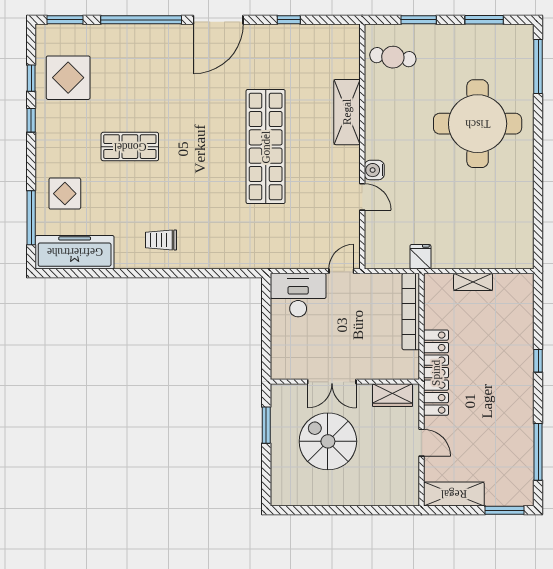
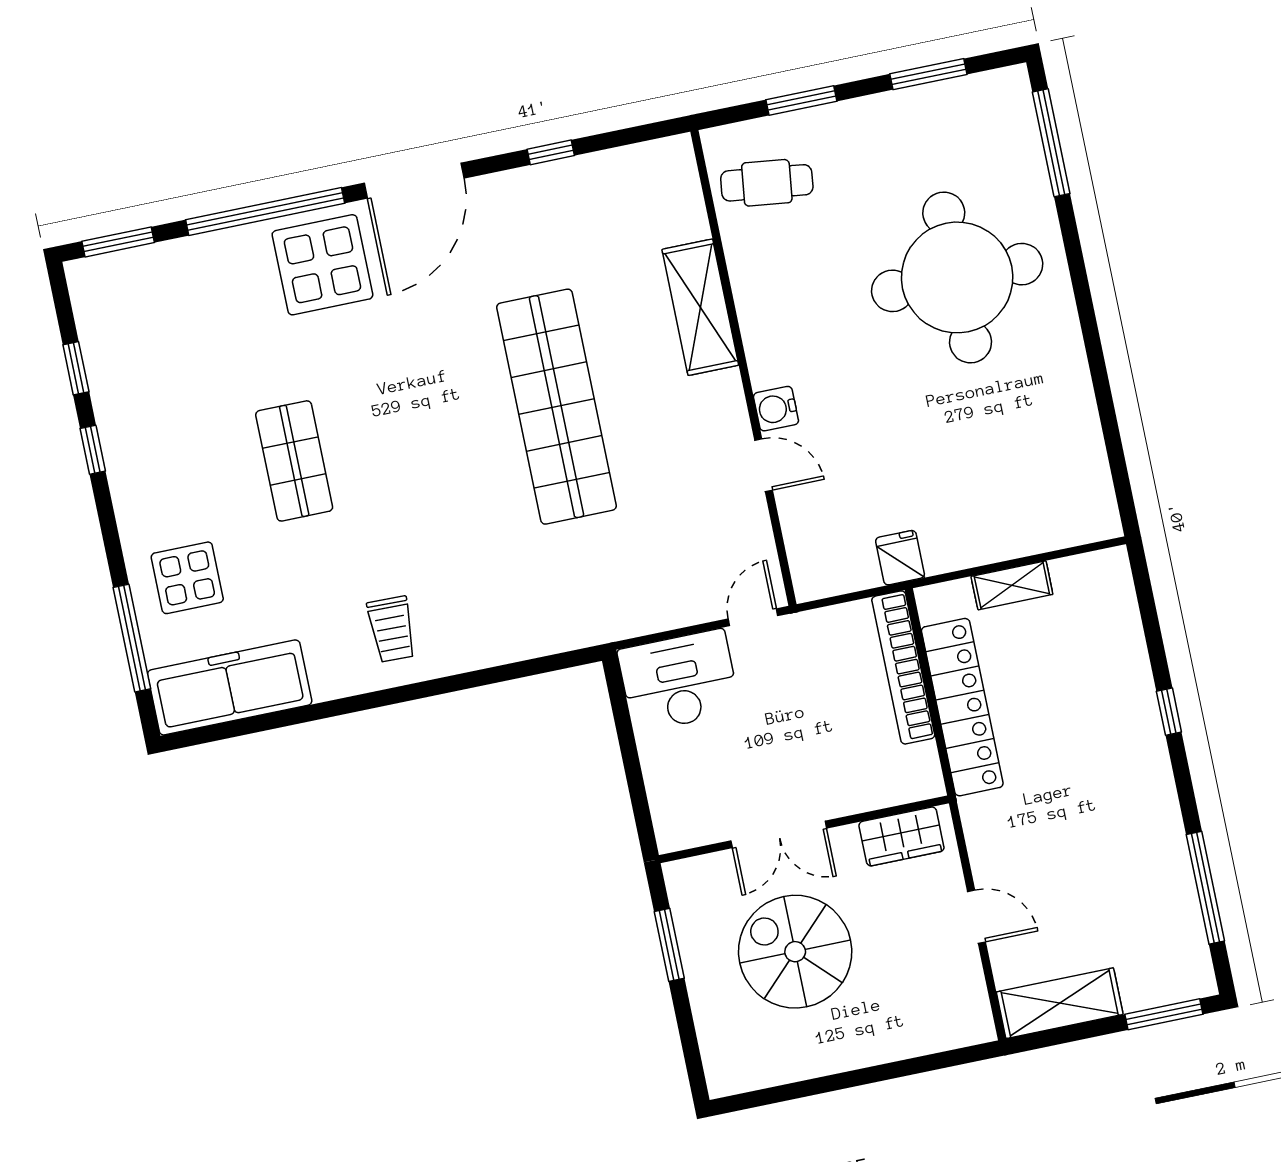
display table: (68, 78) -> (322, 265), moved
shop shelf: (130, 147) -> (294, 461), turned 90
trolley: (161, 240) -> (392, 629), turned -89
locker: (436, 373) -> (962, 707), moved

